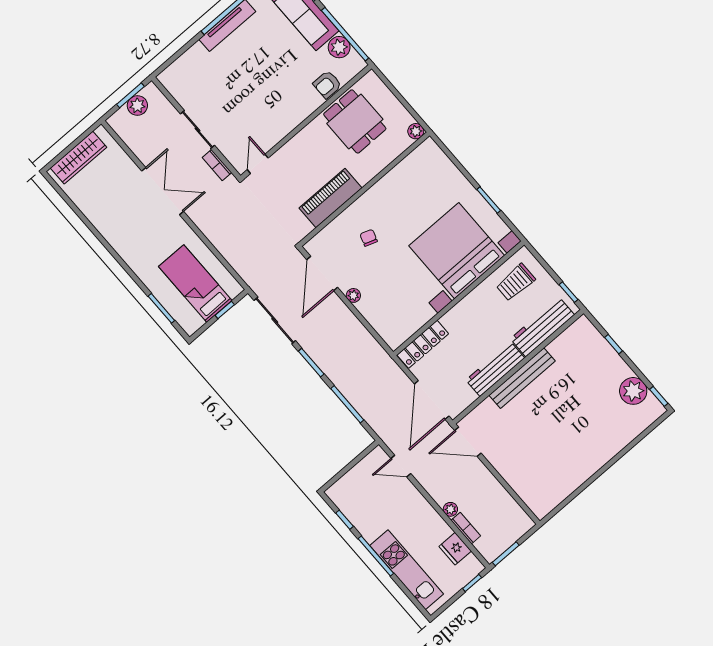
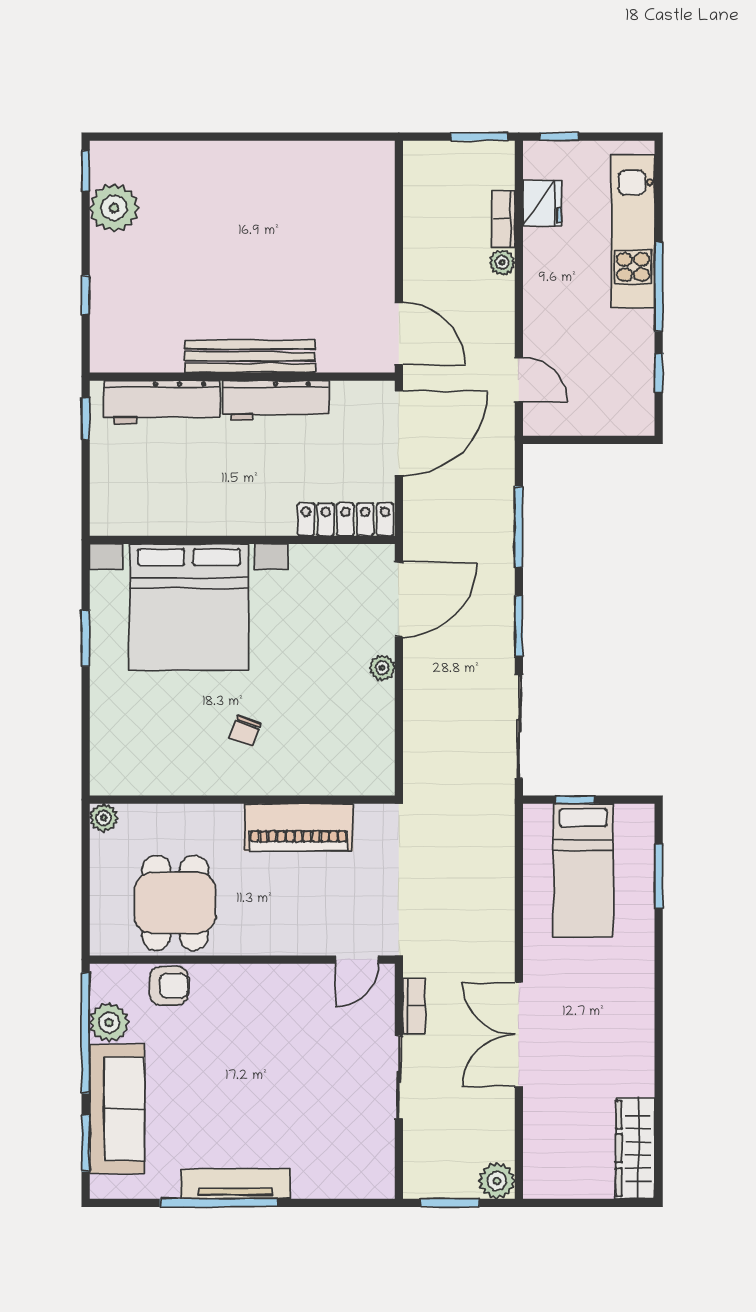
plant: (137, 105) -> (497, 1181), moved
wardrobe: (79, 158) -> (635, 1148), moved, turned -90
chair: (369, 238) -> (245, 731), moved
door: (322, 273) -> (399, 599), moved
trolley: (516, 282) -> (146, 494), removed

